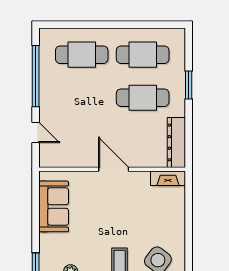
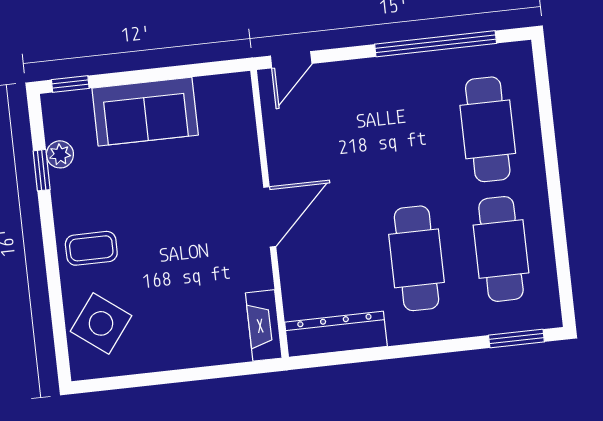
window: (189, 85) -> (516, 339), moved
door: (36, 133) -> (291, 60), moved
sofa: (54, 206) -> (145, 112), moved

